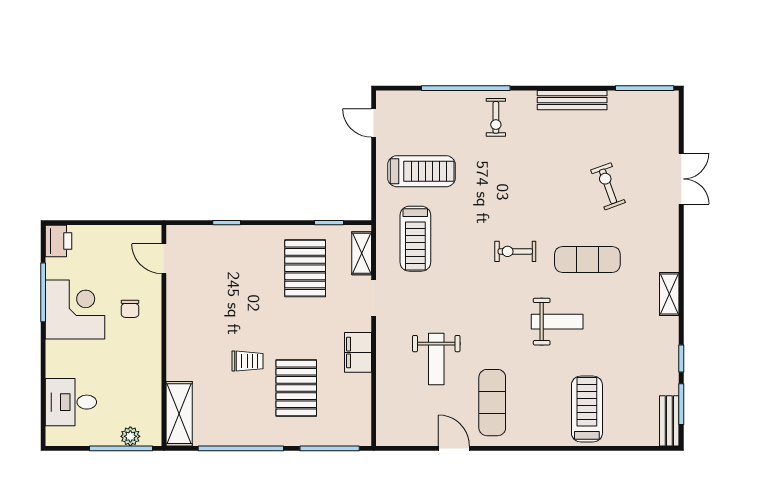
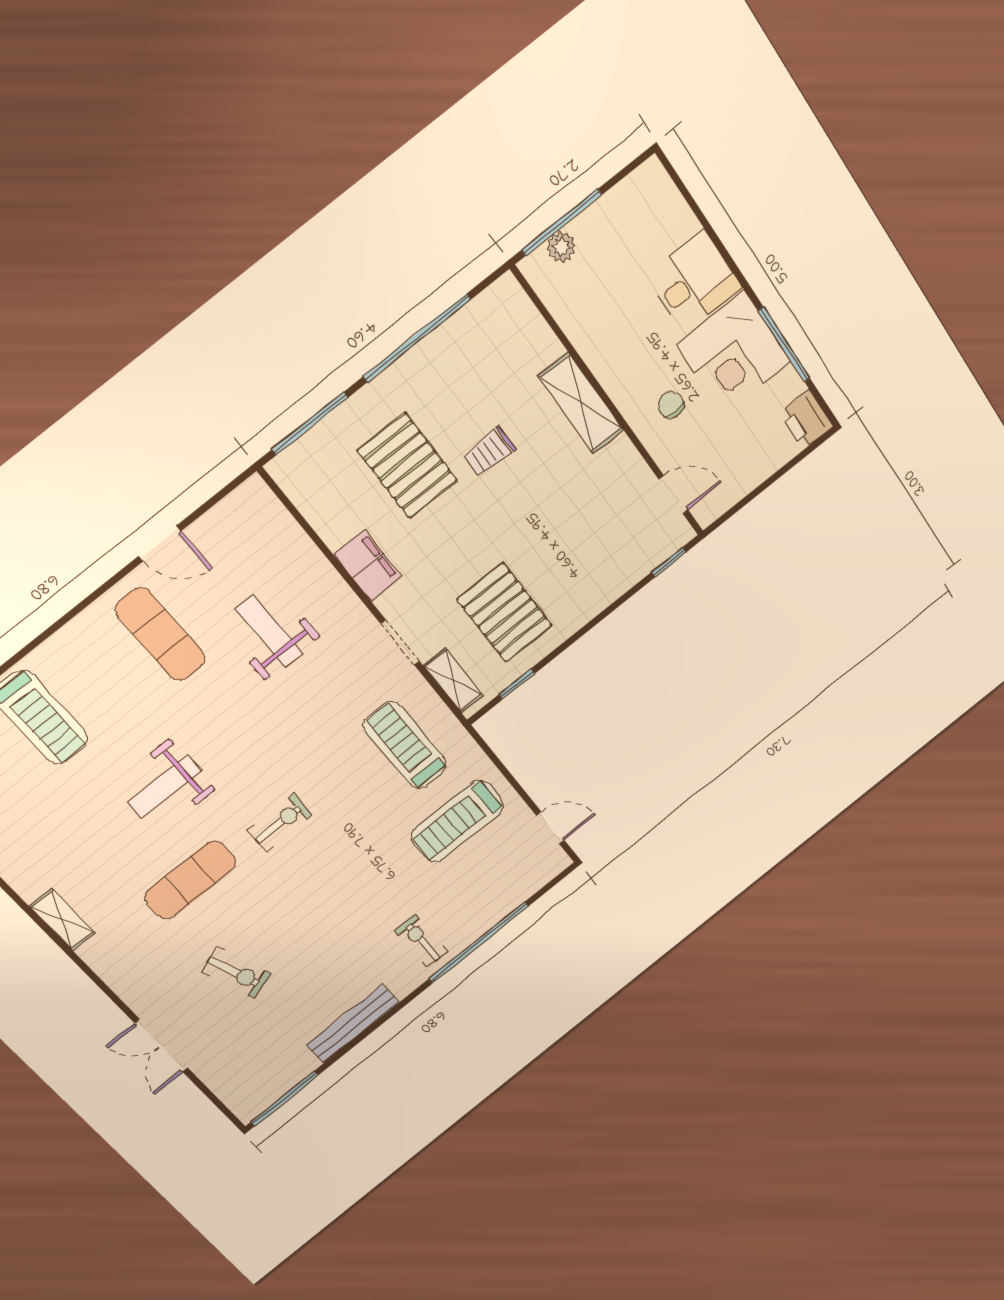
window: (227, 223) -> (669, 562), moved
desk: (71, 402) -> (693, 282), moved
shelving: (179, 414) -> (581, 403), moved

